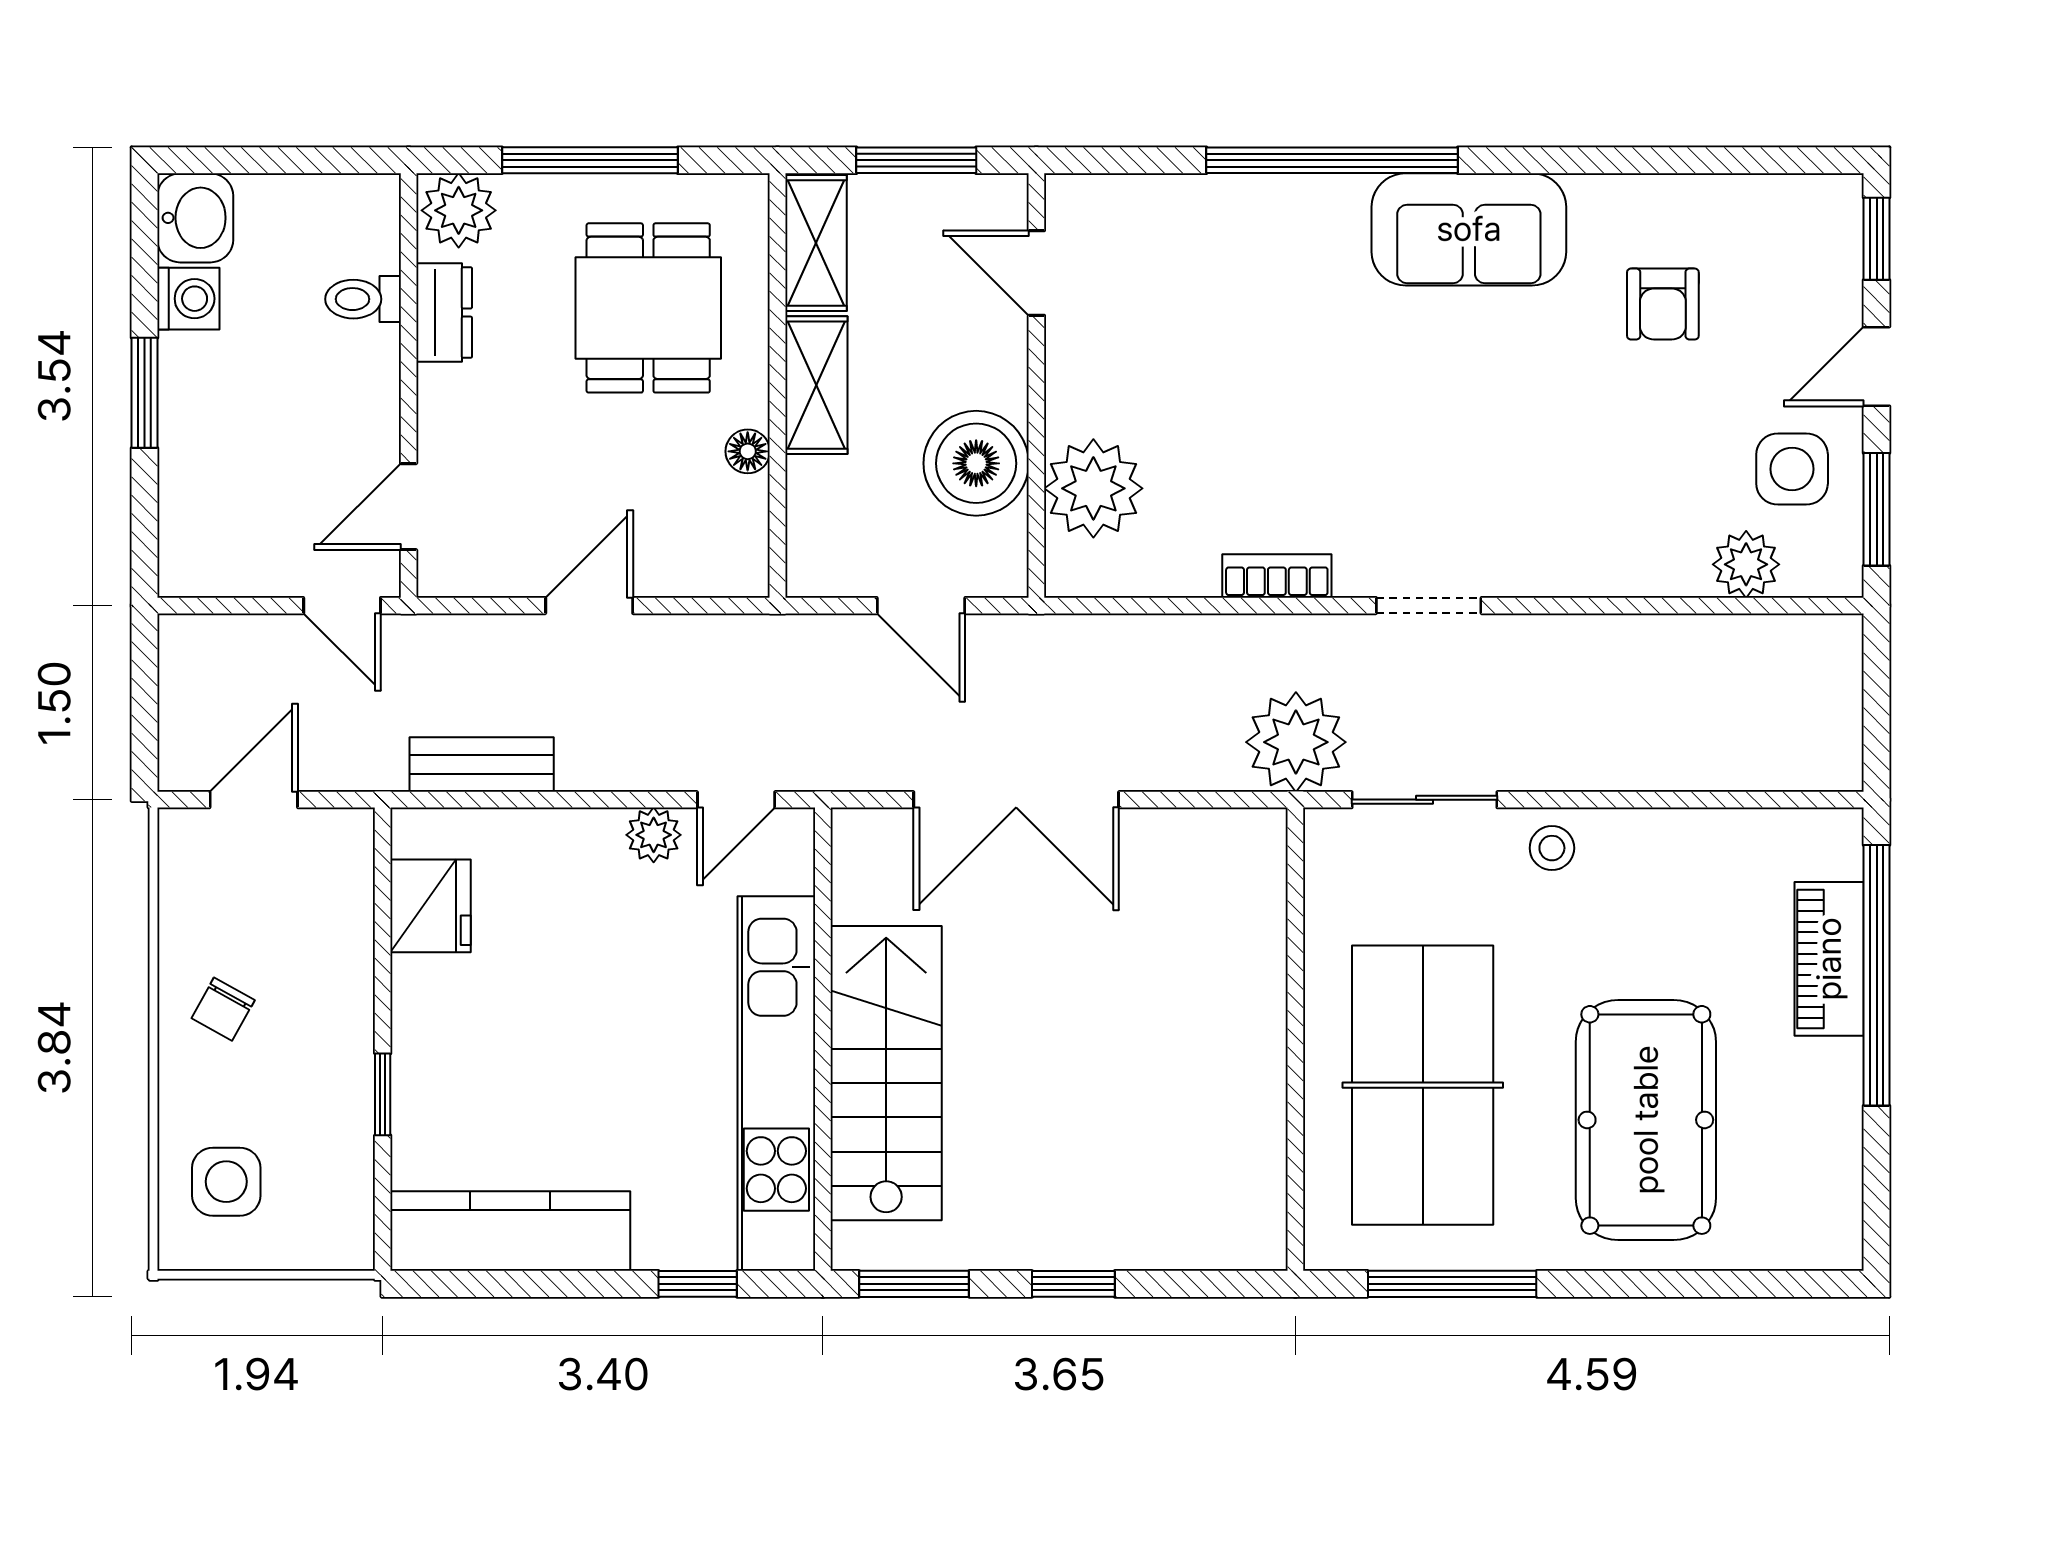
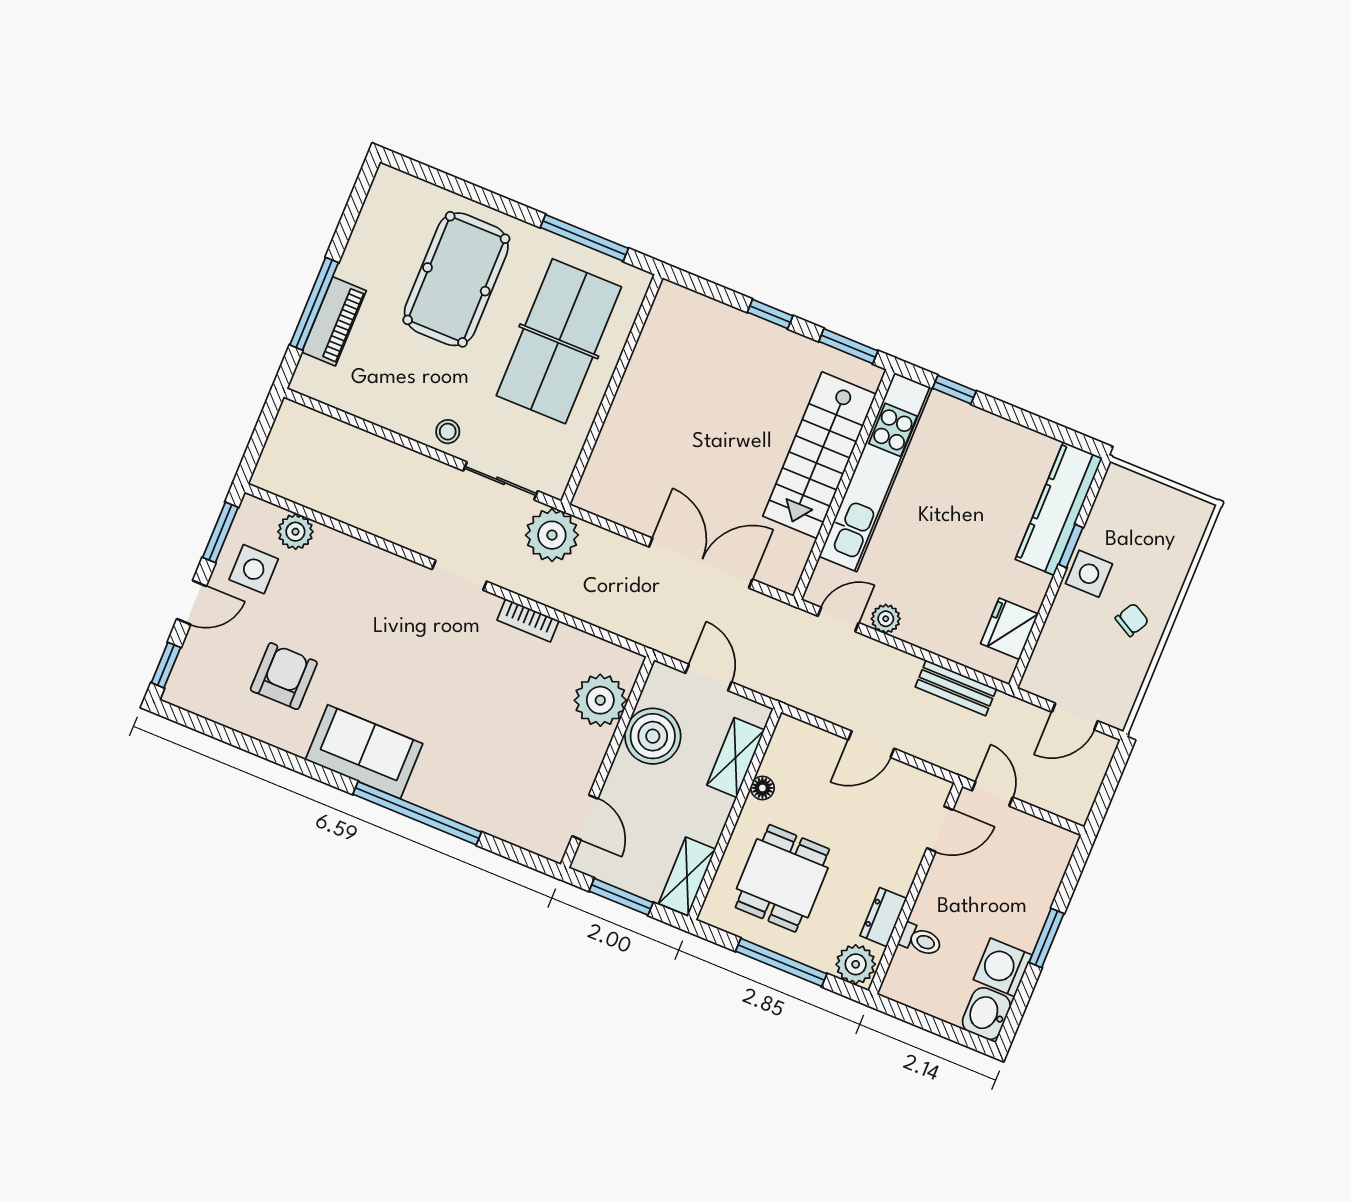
washing machine: (188, 299) -> (1003, 967), width x1.38, depth x1.38
armchair: (1663, 304) -> (284, 676), width x1.38, depth x1.38
shelving: (816, 385) -> (736, 757), moved
window: (1877, 975) -> (314, 304), width x0.68
side table: (226, 1182) -> (1089, 574), moved
kitchen counter: (510, 1231) -> (1059, 509), moved, turned 90

